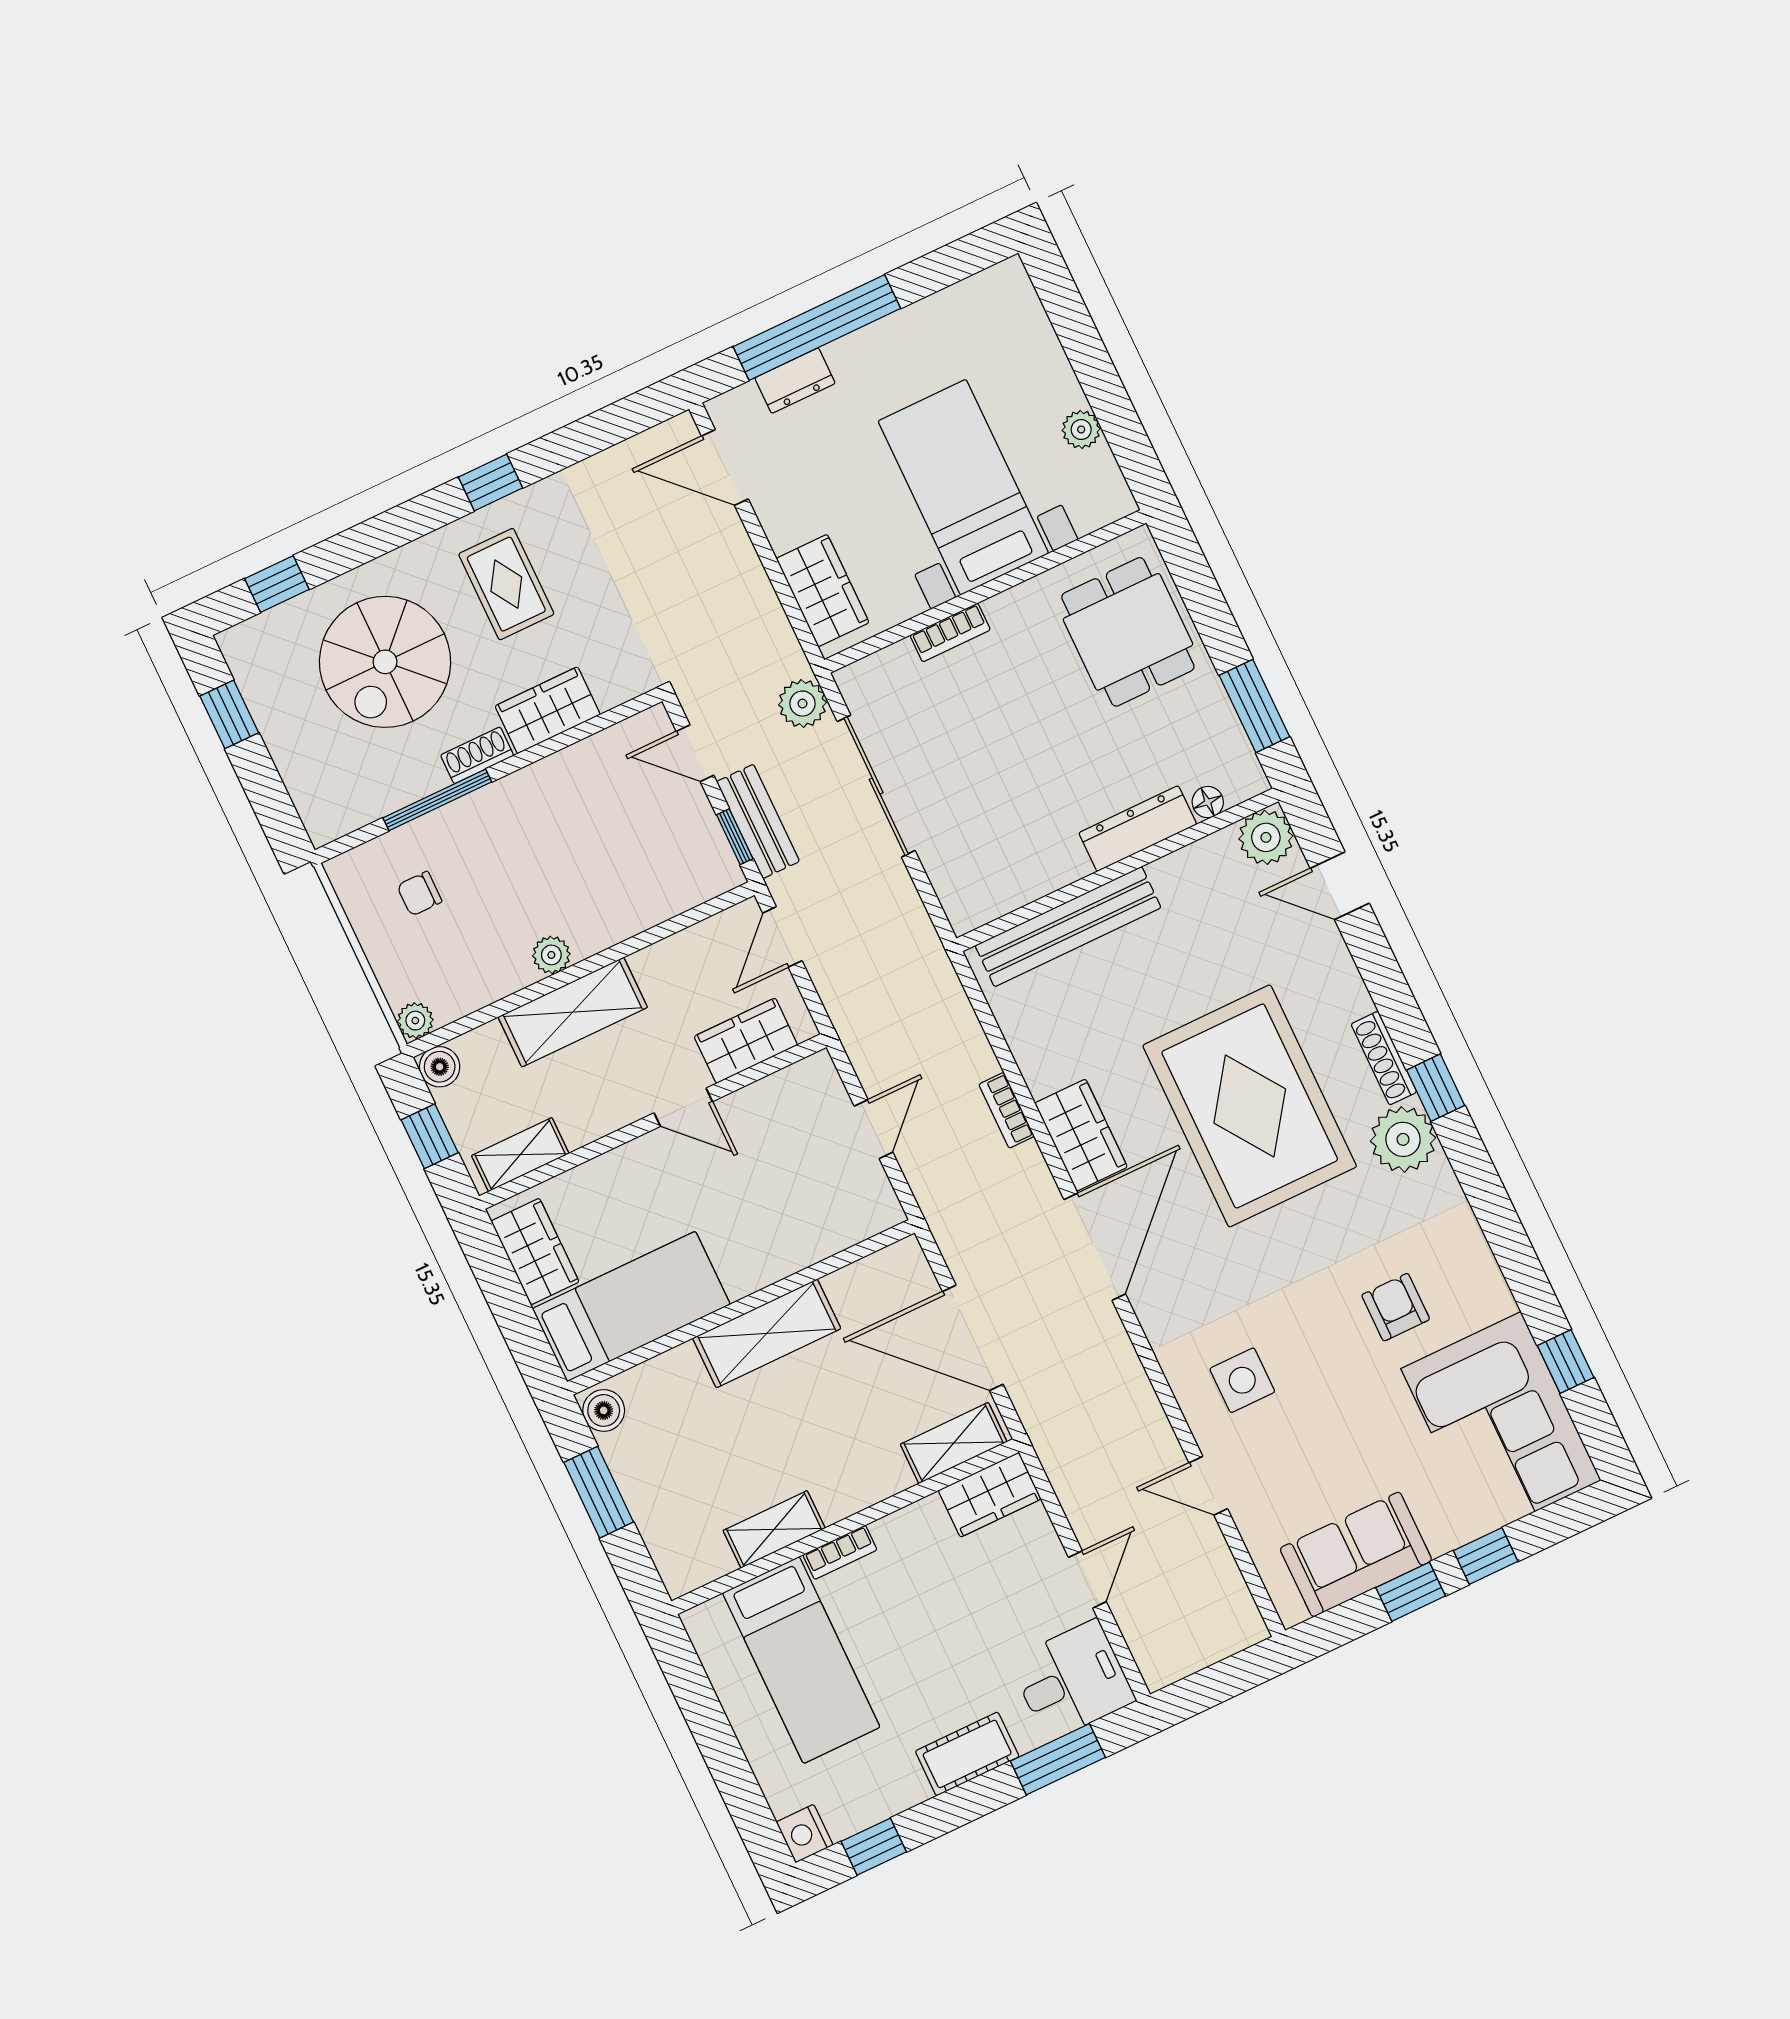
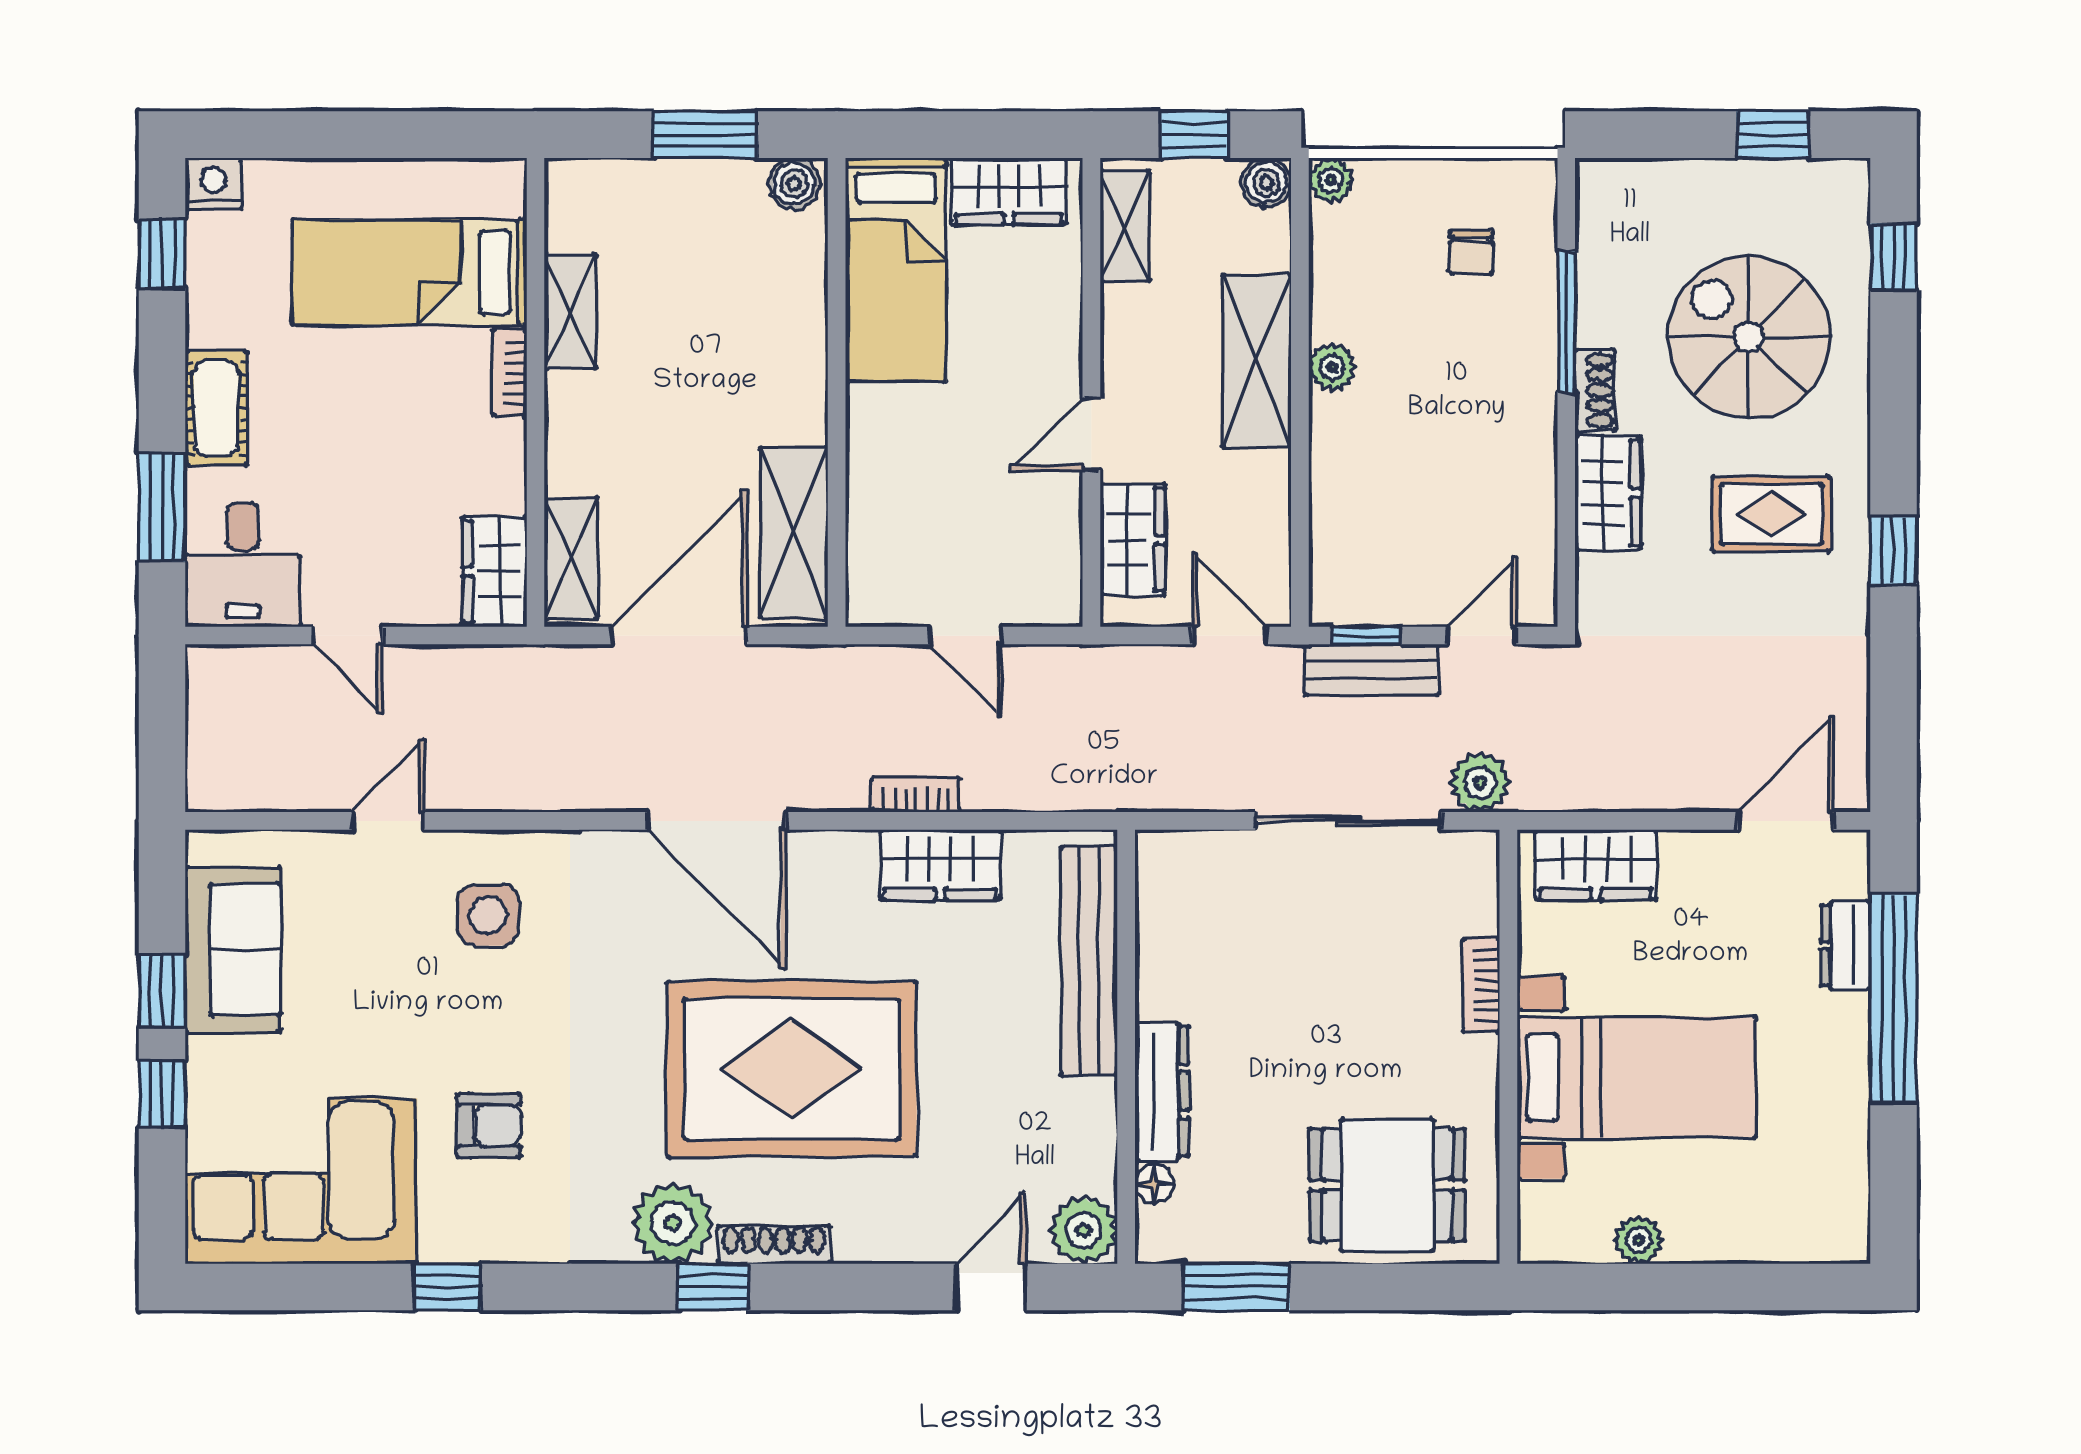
chair: (419, 894) -> (1471, 252), turned 180
wardrobe: (1081, 1135) -> (940, 865), moved
shelving: (767, 1333) -> (794, 533), moved
window: (1566, 1361) -> (447, 1287), moved

